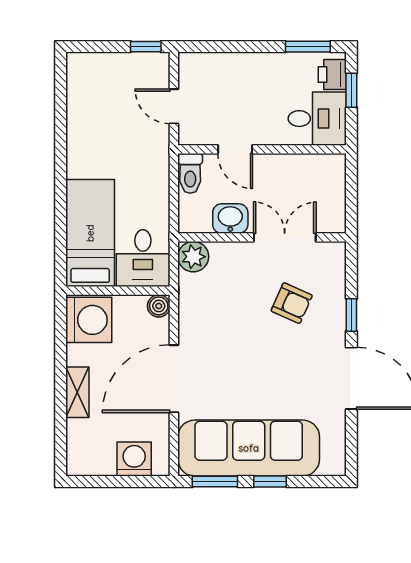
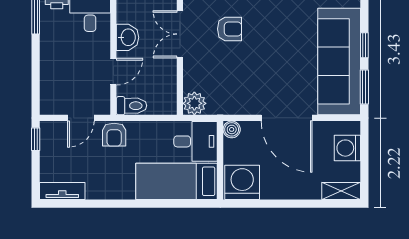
tv unit: (77, 82) -> (62, 191), added
armchair: (152, 150) -> (114, 135), added
washbasin: (230, 219) -> (128, 37), moved, turned 180
armchair: (292, 303) -> (230, 29), turned 66
shelving: (77, 392) -> (341, 191), moved

